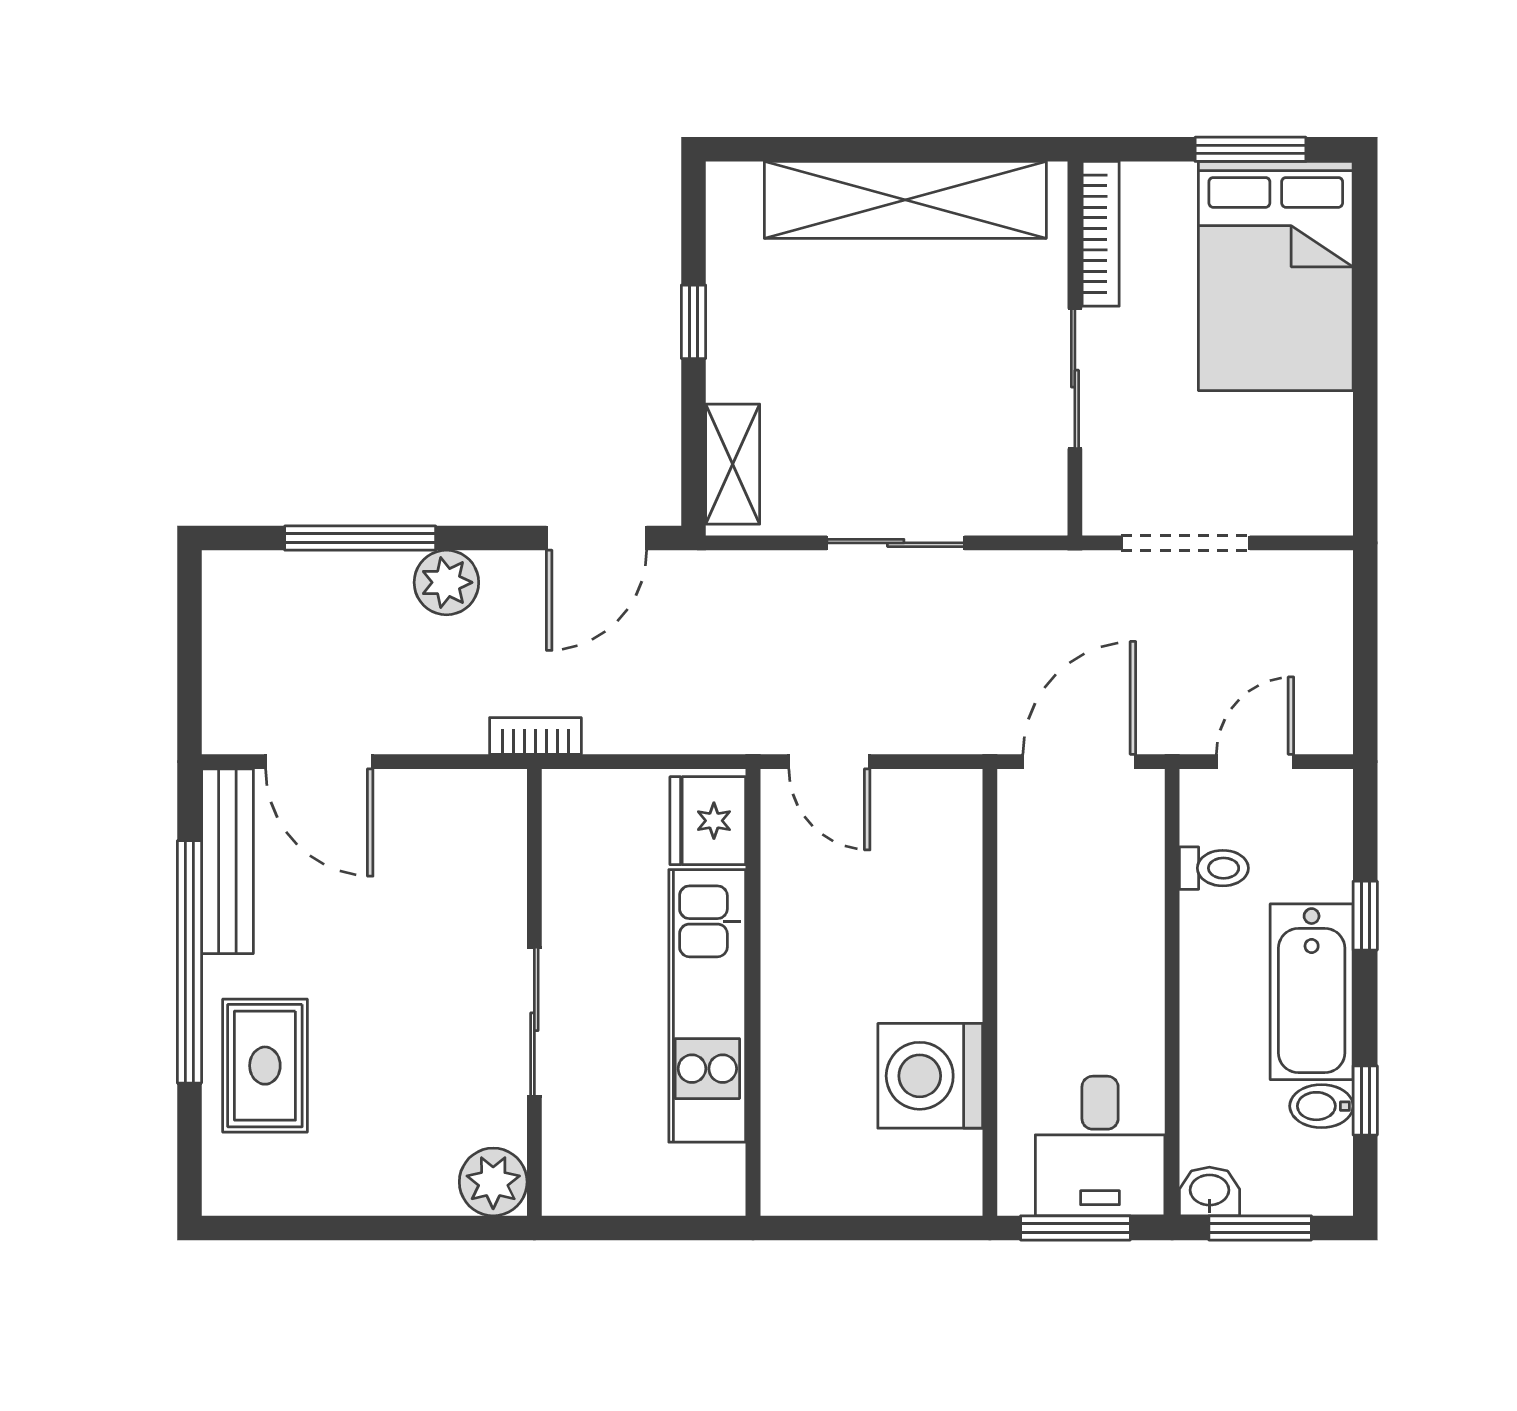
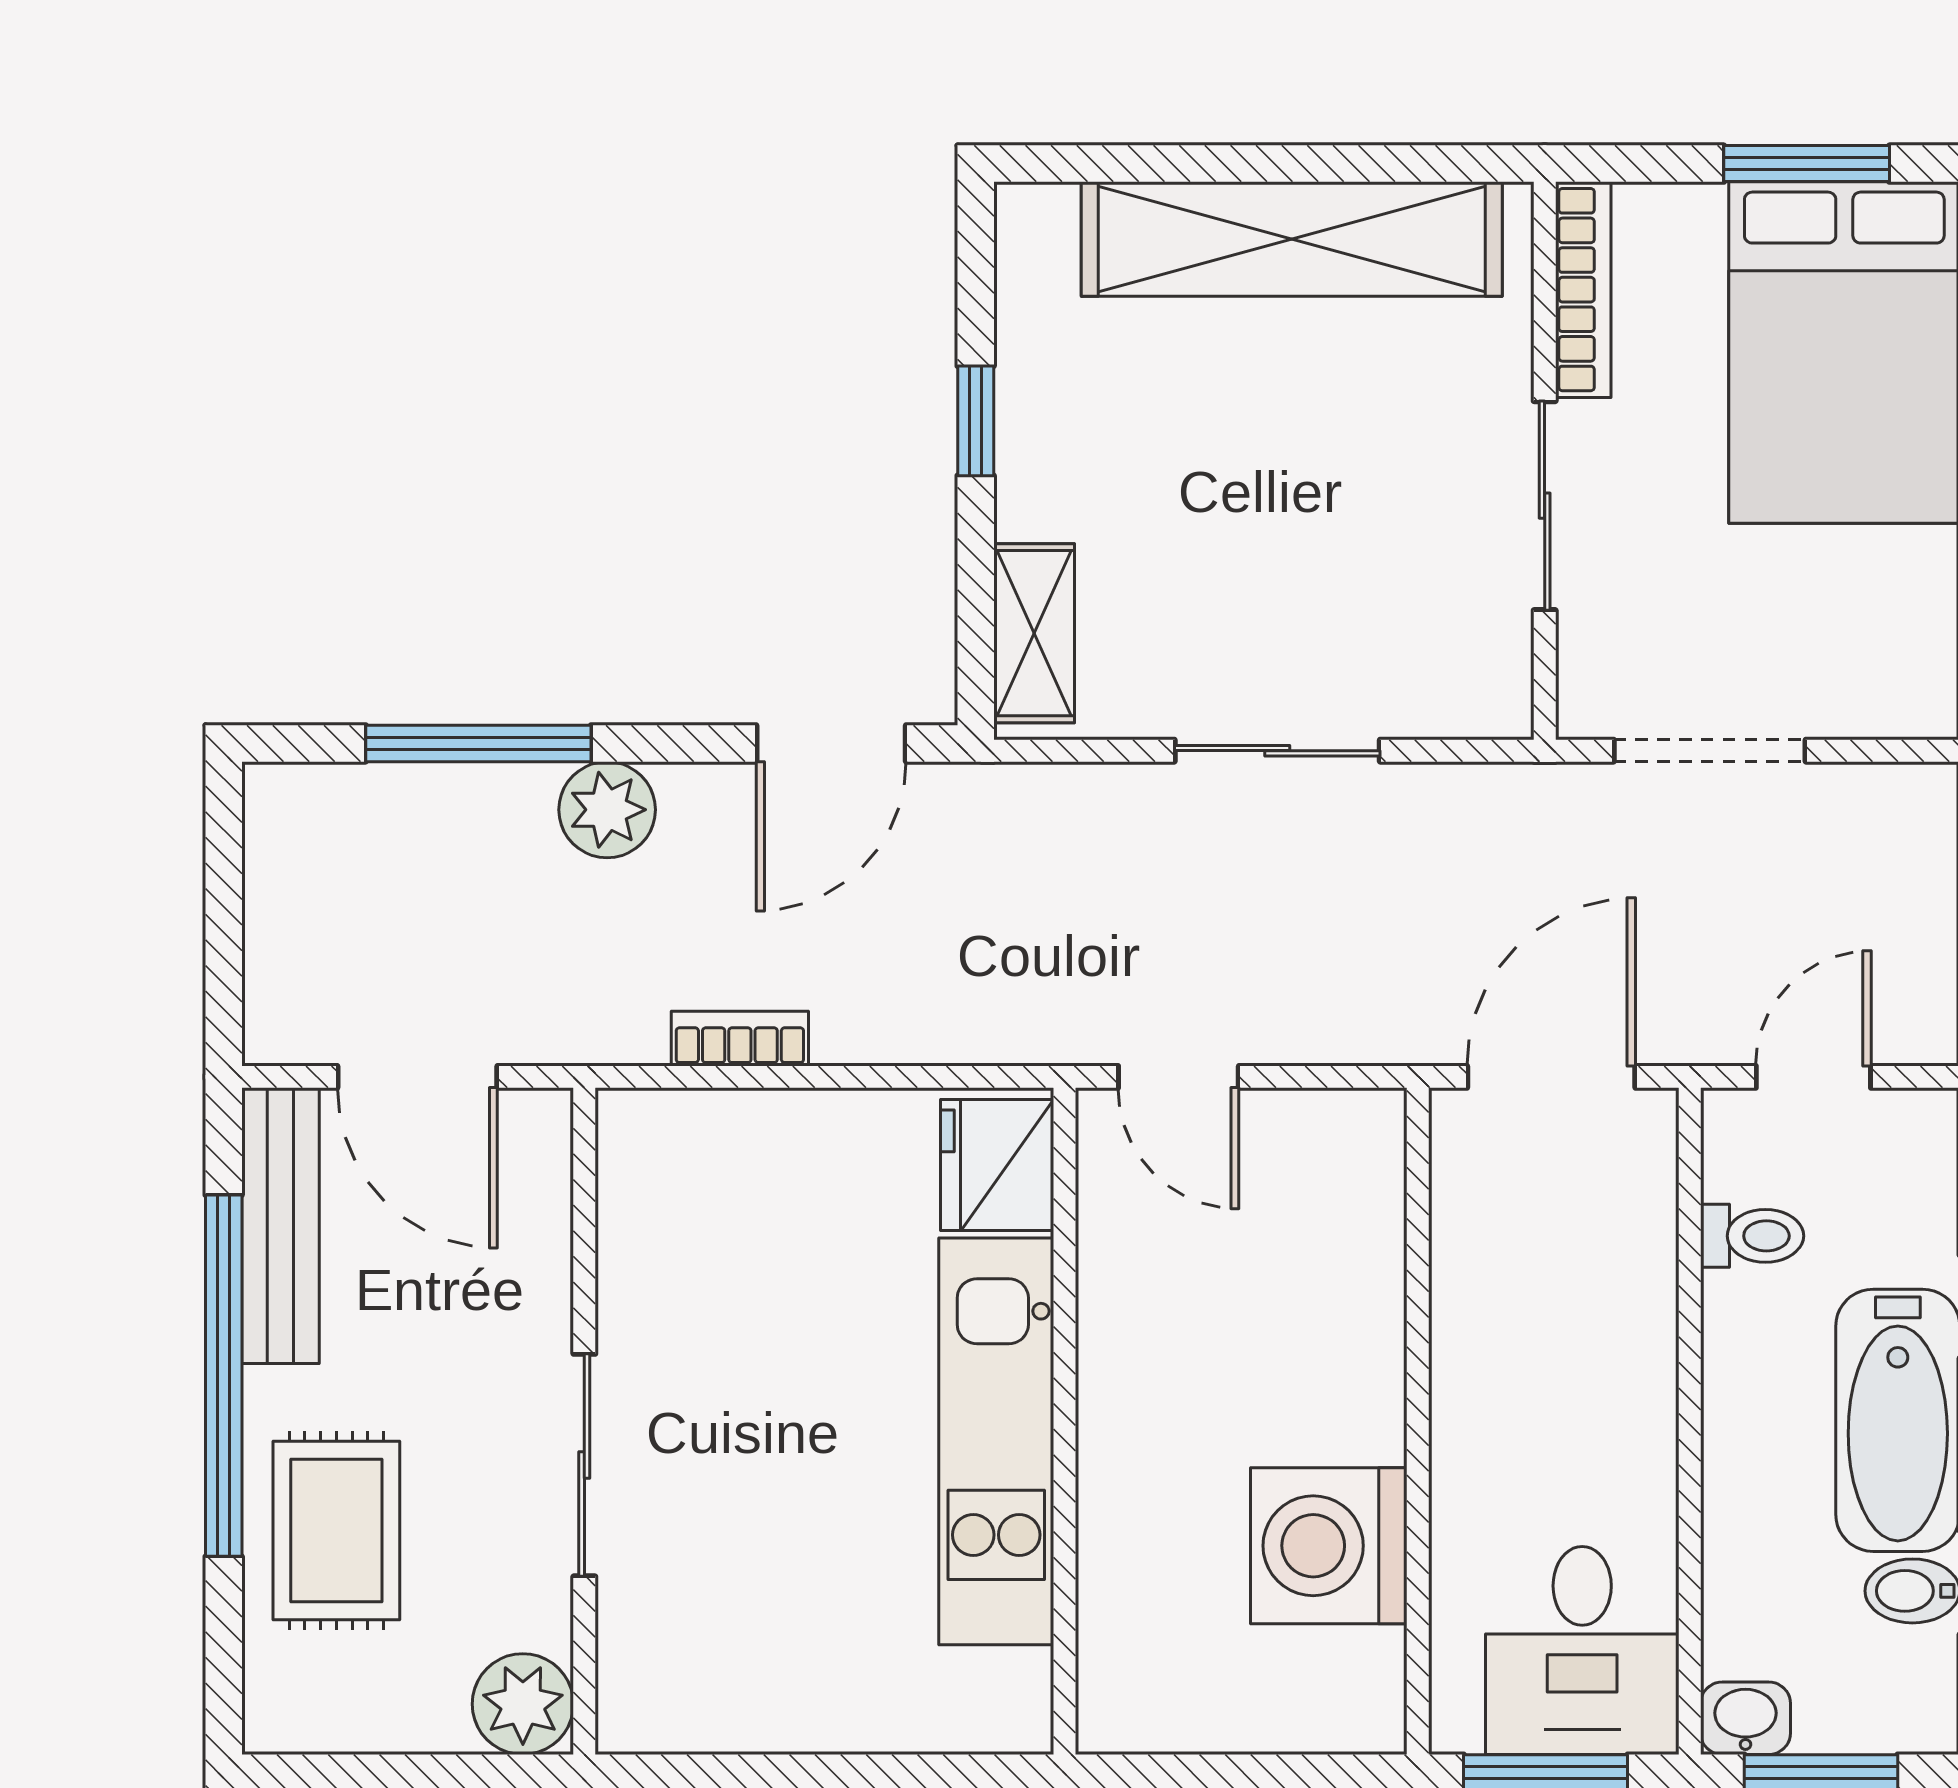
wall: (534, 992) -> (584, 1421), moved
sliding door: (534, 1022) -> (584, 1465), moved
plant: (493, 1182) -> (523, 1704), moved

